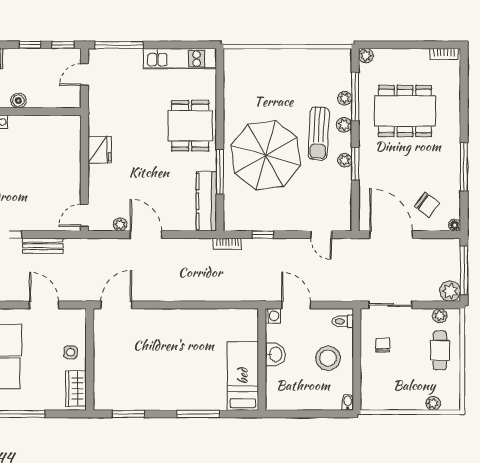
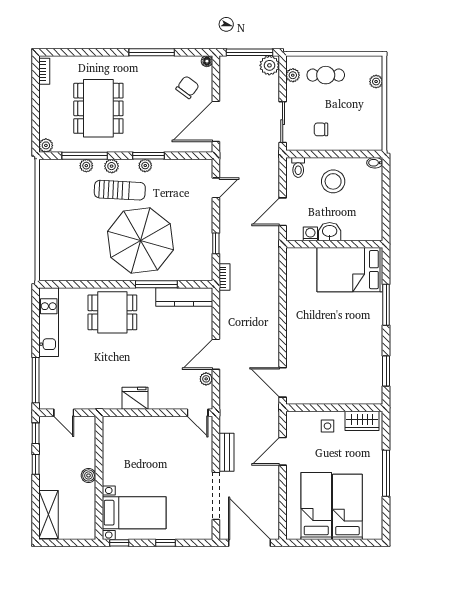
washing machine: (273, 316) -> (310, 234), moved
bed: (243, 376) -> (350, 270), width x1.50

